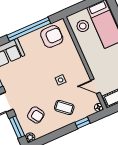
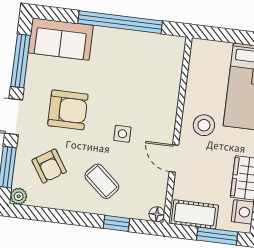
stool: (83, 26) -> (204, 125), moved
armchair: (52, 36) -> (68, 110), moved
door: (95, 86) -> (174, 158), moved

